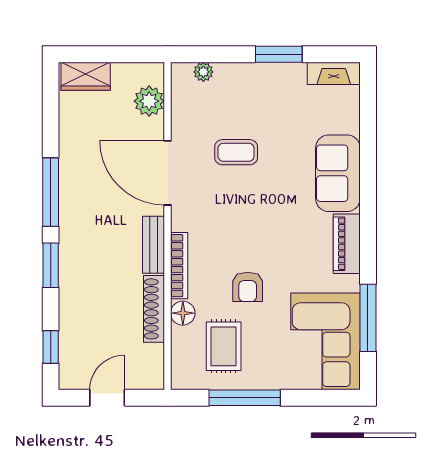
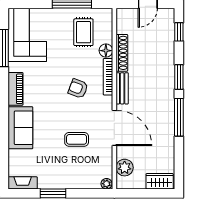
plant: (203, 72) -> (106, 184), moved
armchair: (248, 287) -> (78, 88), moved, turned -69

